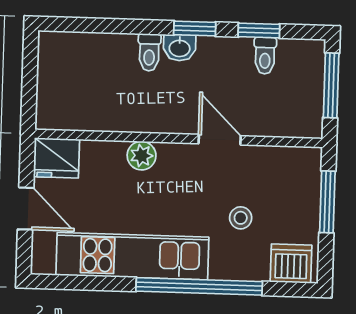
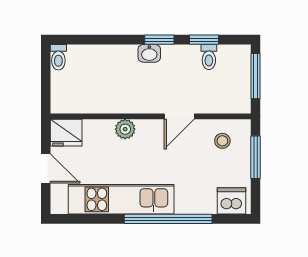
toilet: (149, 52) -> (58, 57), moved
door: (220, 140) -> (179, 116), swing flipped
stool: (241, 218) -> (222, 141), moved

